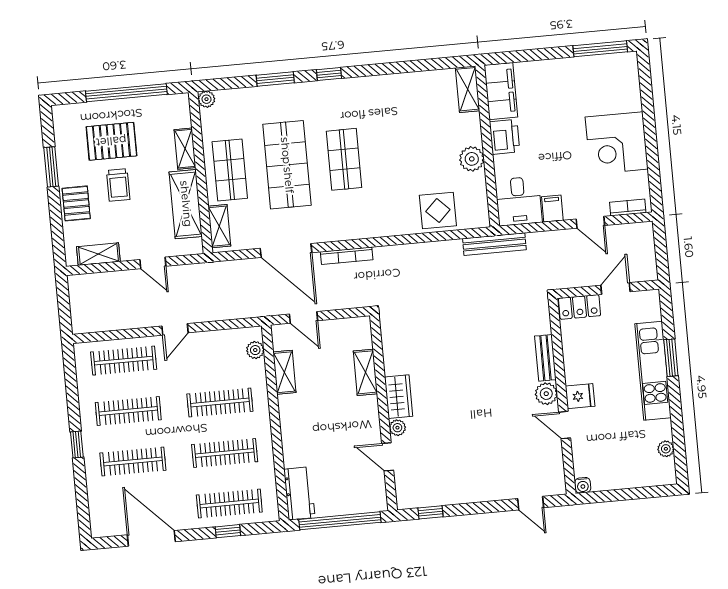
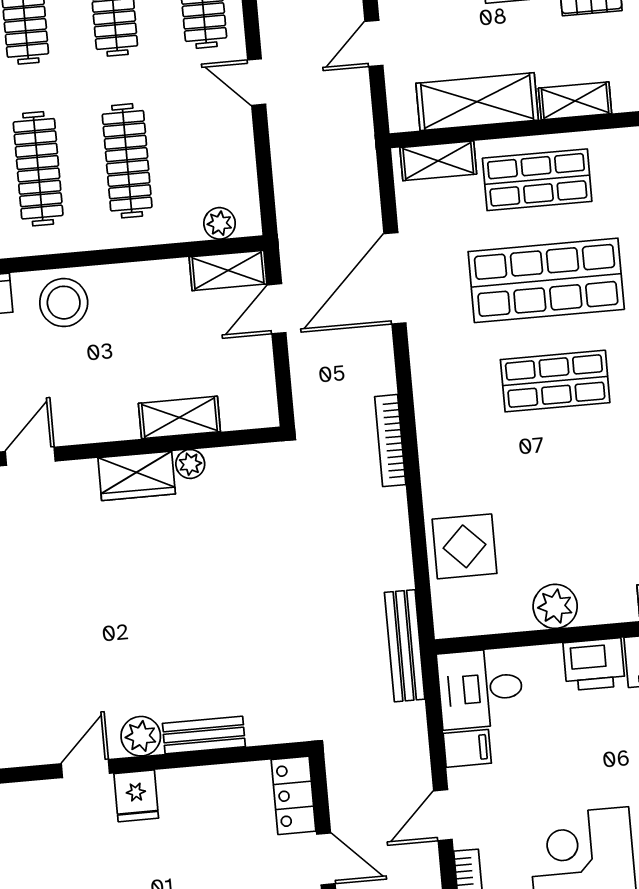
bookcase: (347, 256) -> (390, 441), moved
shelving: (284, 372) -> (228, 270), moved
plant: (397, 428) -> (190, 464), moved
stool: (300, 438) -> (64, 303), added

